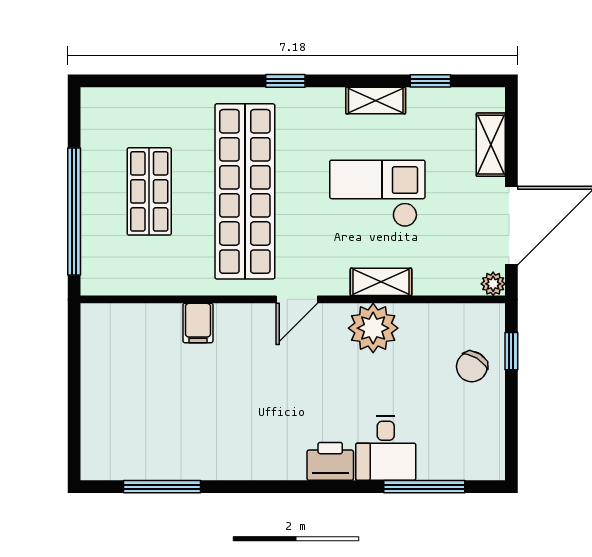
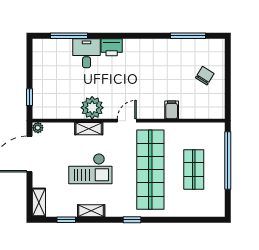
shelving: (491, 145) -> (39, 202), moved
chair: (472, 367) -> (205, 76), moved

